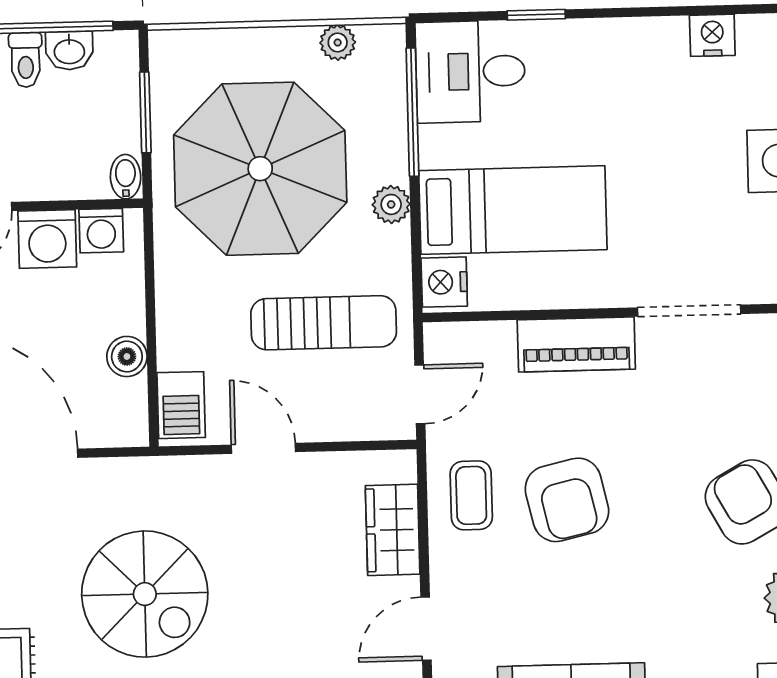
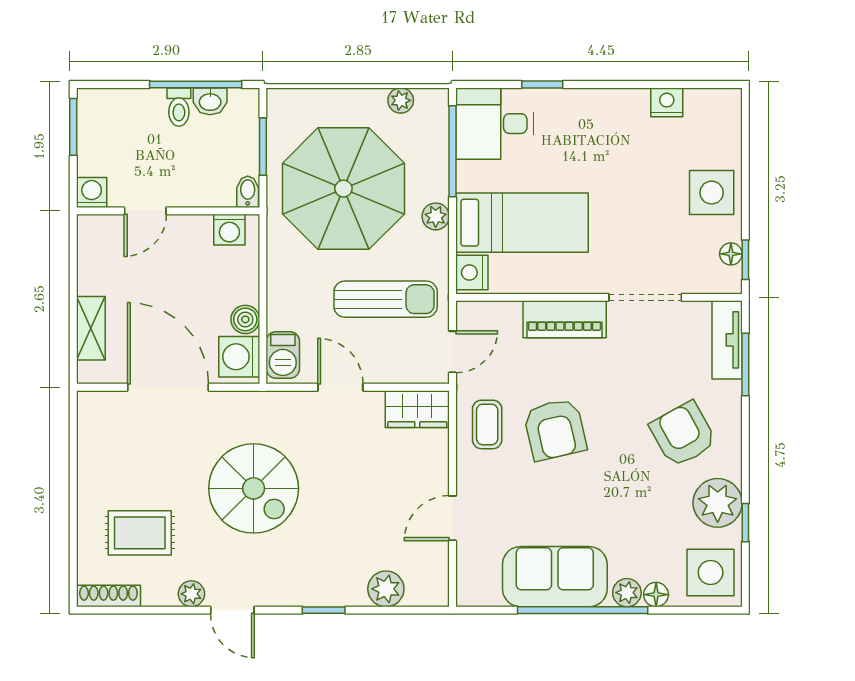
washing machine: (47, 239) -> (239, 357), moved, turned 90
wardrobe: (393, 530) -> (417, 409), moved, turned -90

